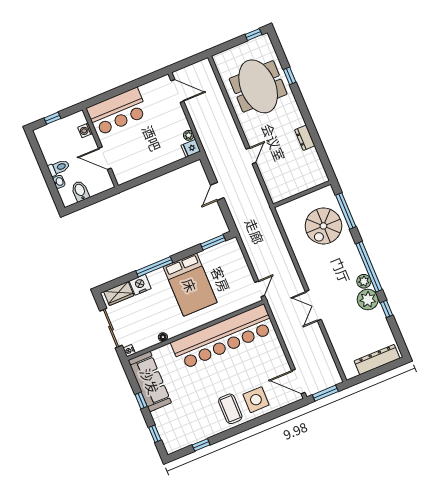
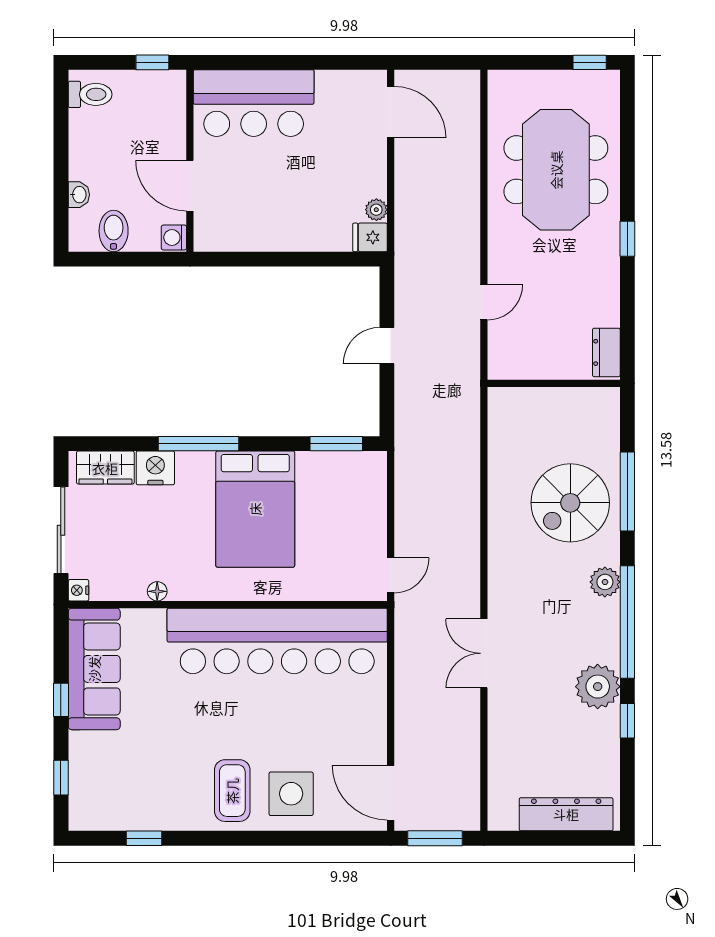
window: (290, 76) -> (627, 239), moved
window: (52, 118) -> (152, 62), moved
washing machine: (85, 130) -> (174, 237), moved
dresser: (305, 138) -> (606, 352), moved
toilet: (59, 168) -> (90, 94), moved
wall: (302, 194) -> (554, 383), moved
plant: (364, 281) -> (605, 582), moved

